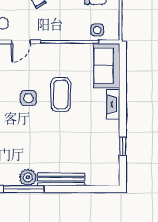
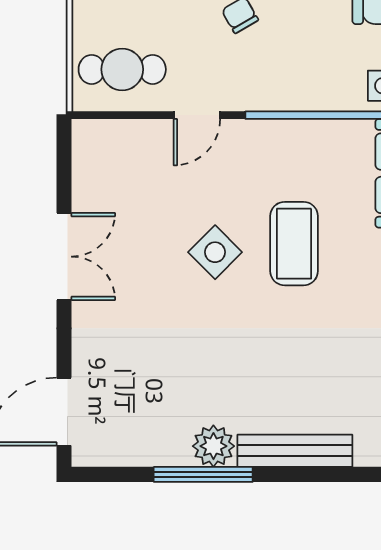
side table: (28, 98) -> (215, 252), turned 45

